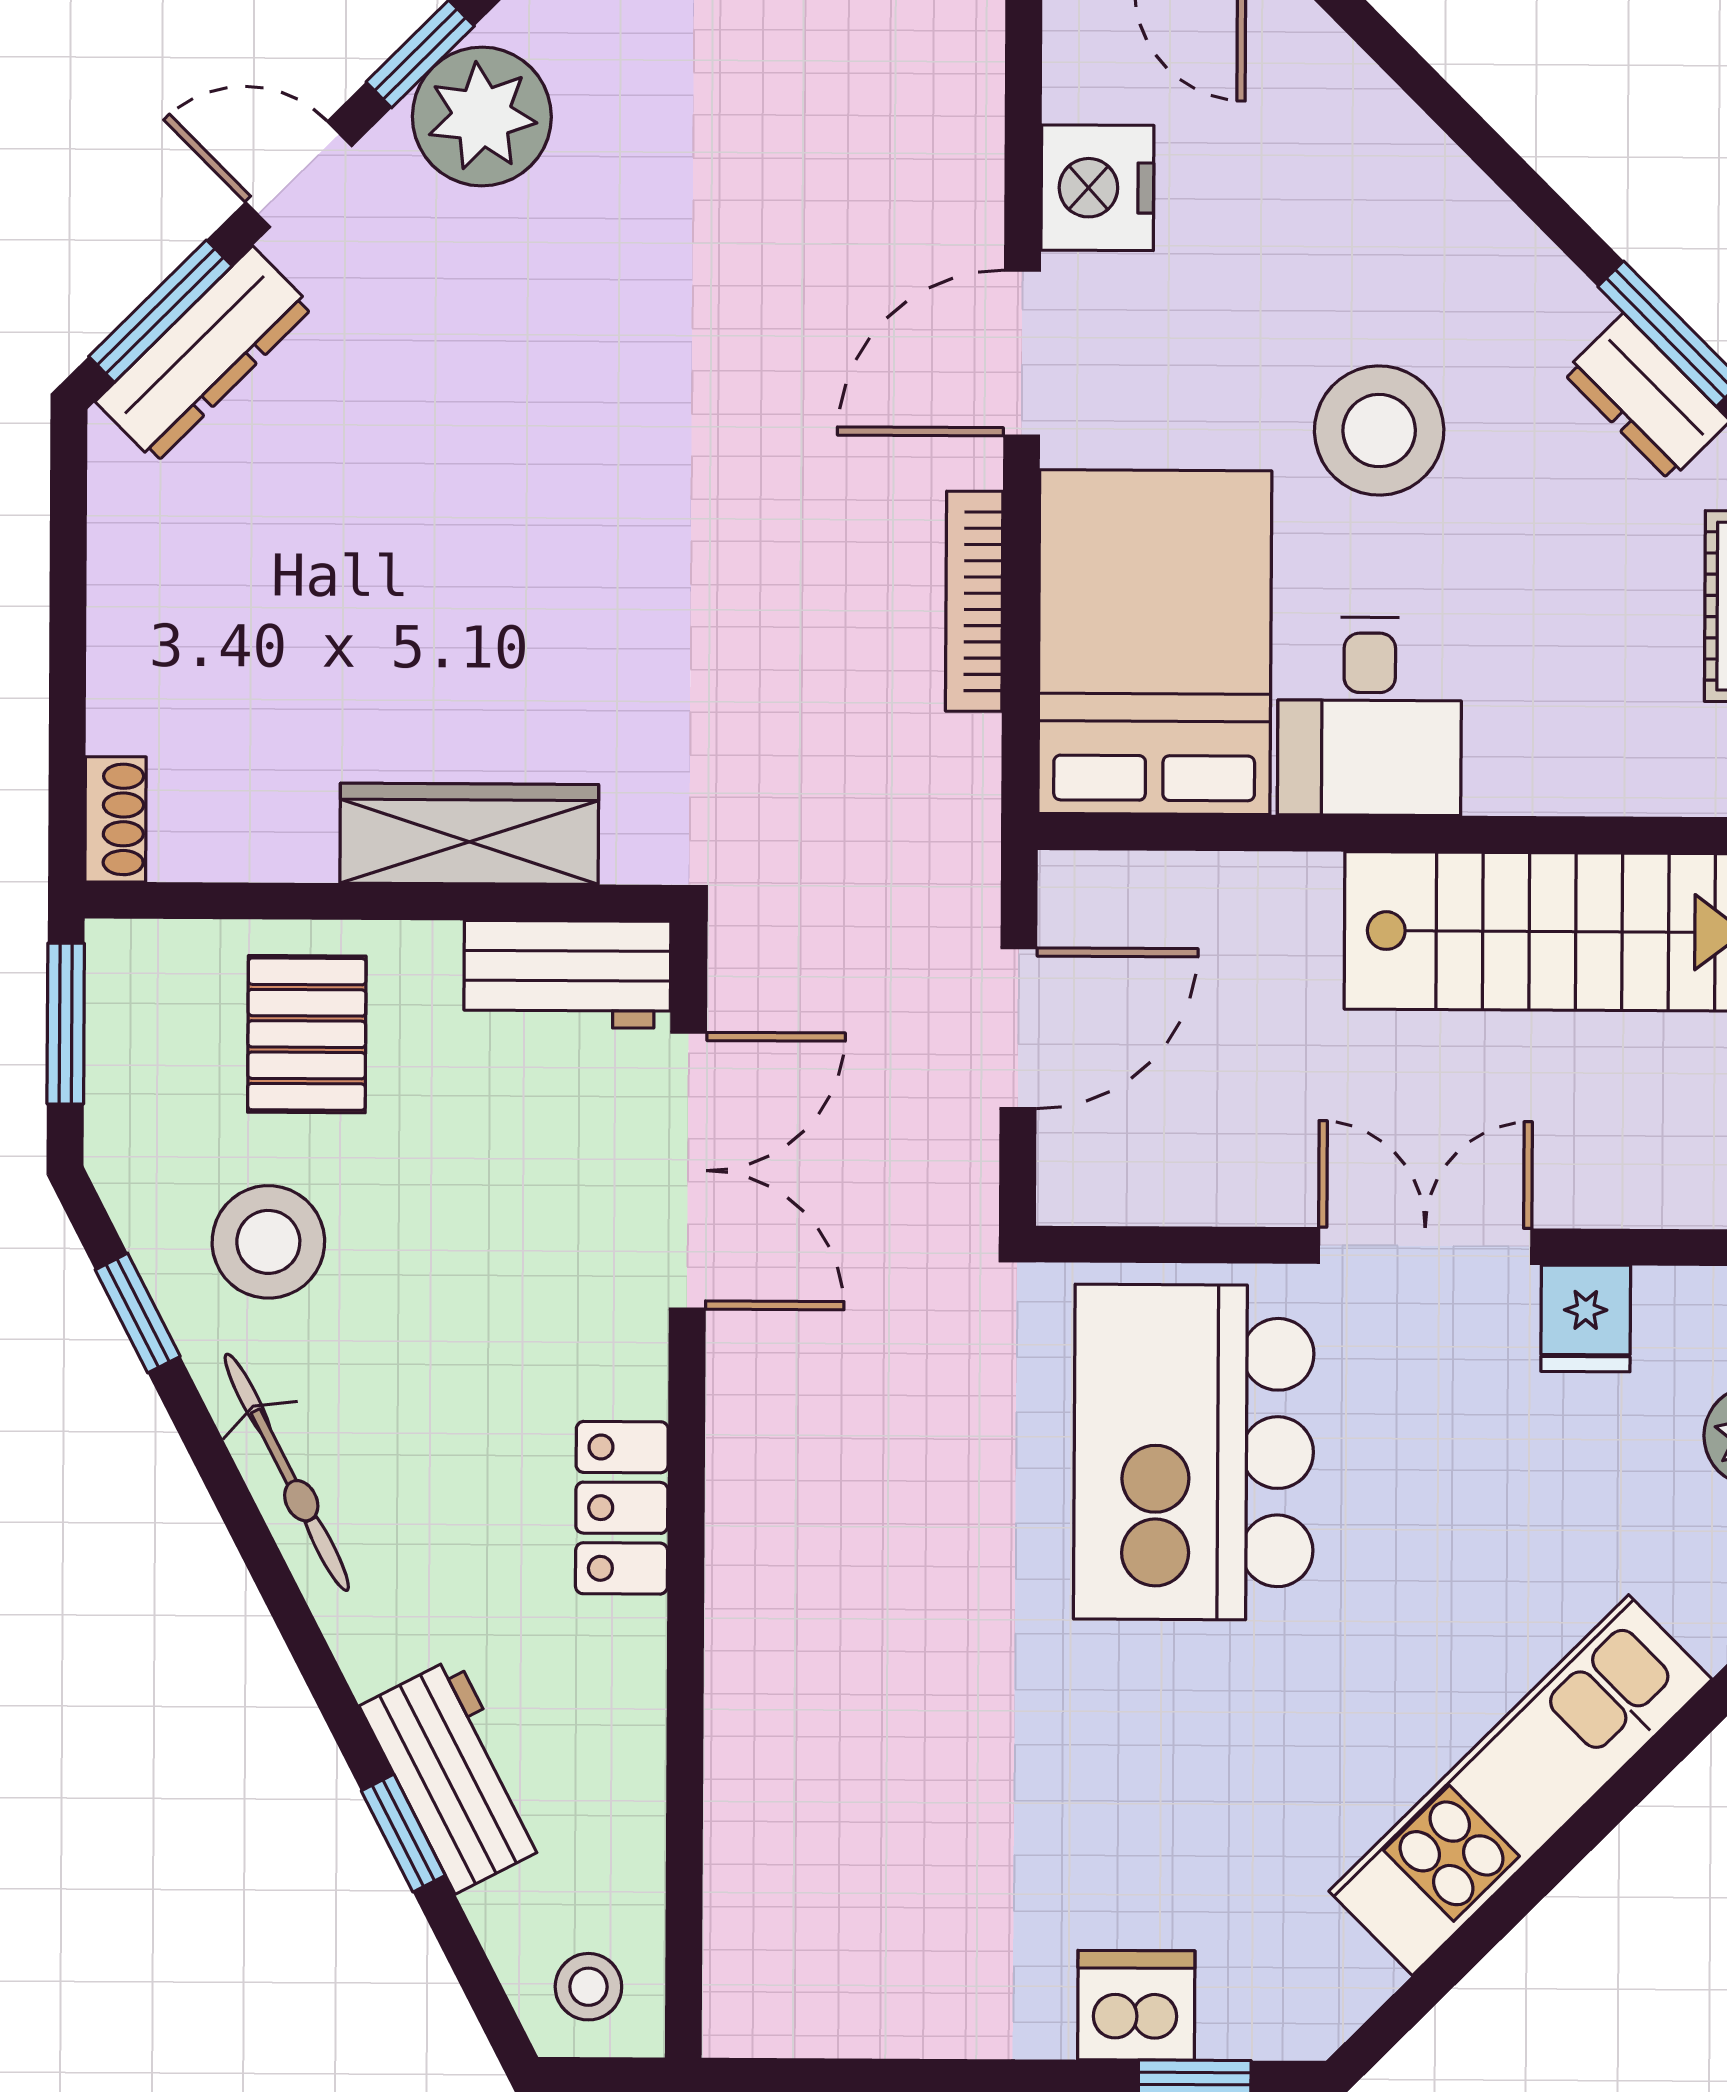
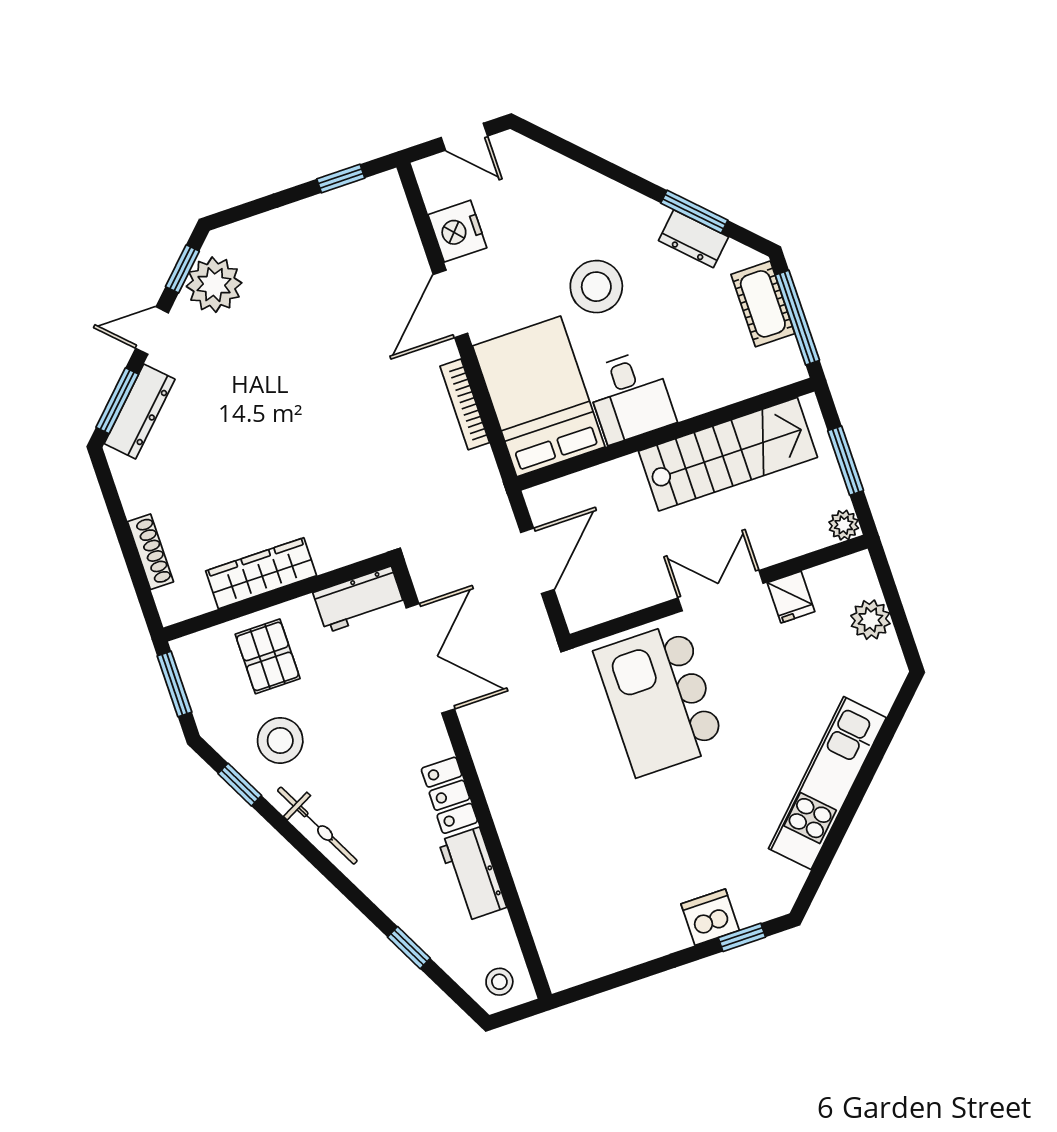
shoe rack: (115, 819) -> (150, 552), moved, width x1.43
wardrobe: (469, 834) -> (261, 573), moved
workbench: (456, 1775) -> (472, 874), moved, turned -153

